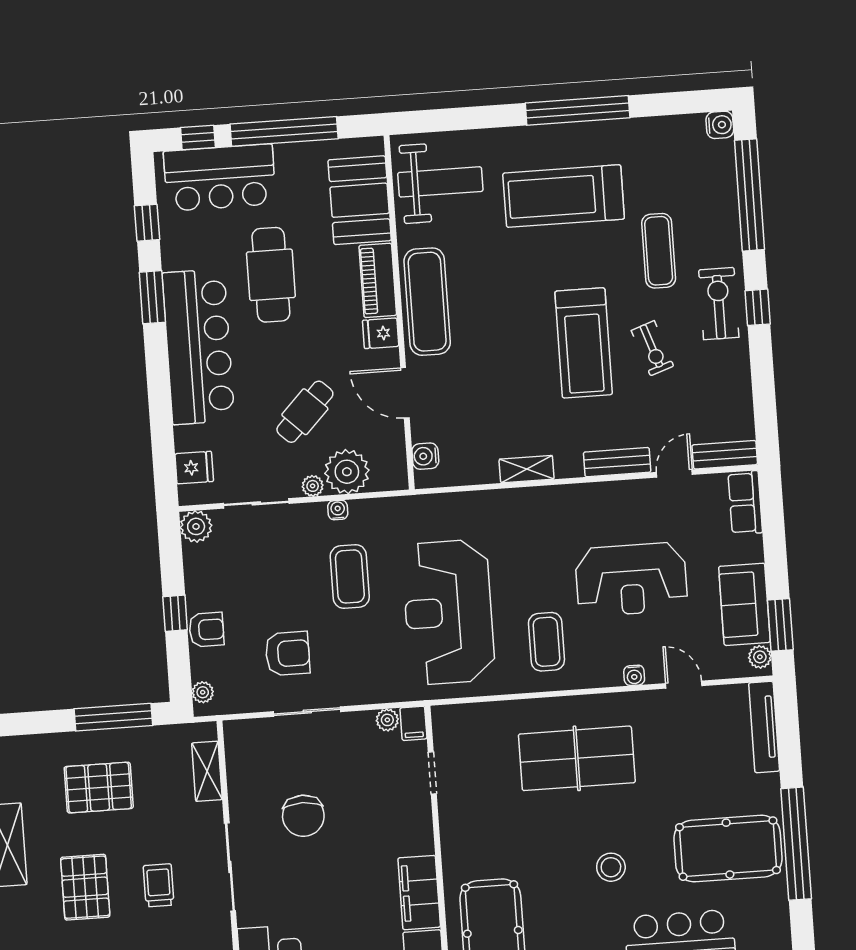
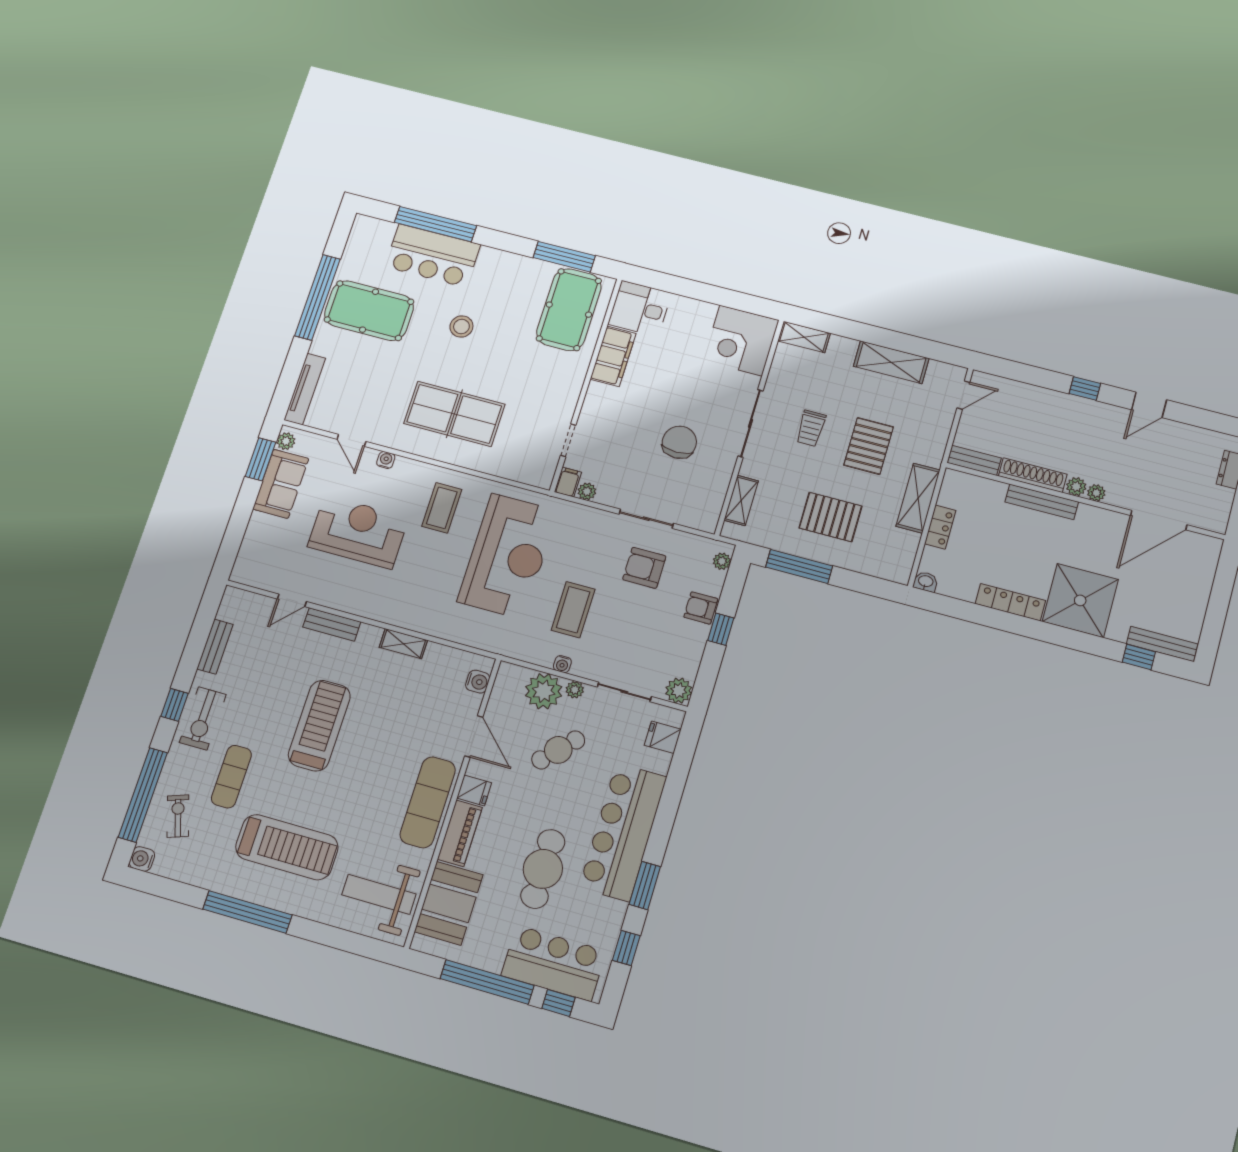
exercise bike: (652, 348) -> (178, 816), moved
bench: (725, 455) -> (215, 647), moved, turned 90
row of seats: (745, 503) -> (248, 559), removed

